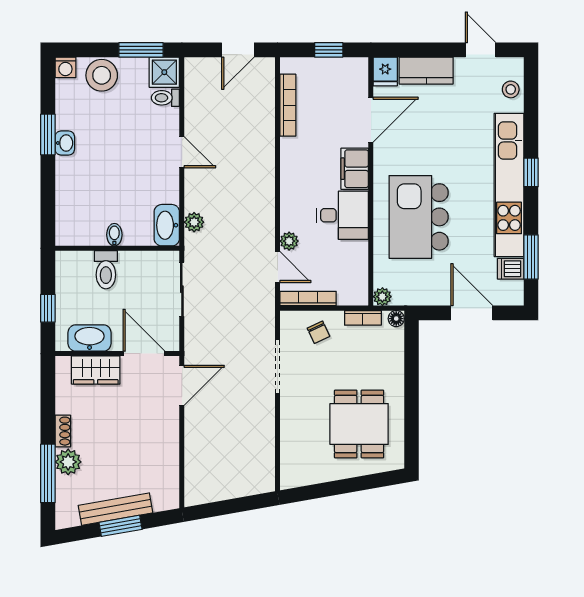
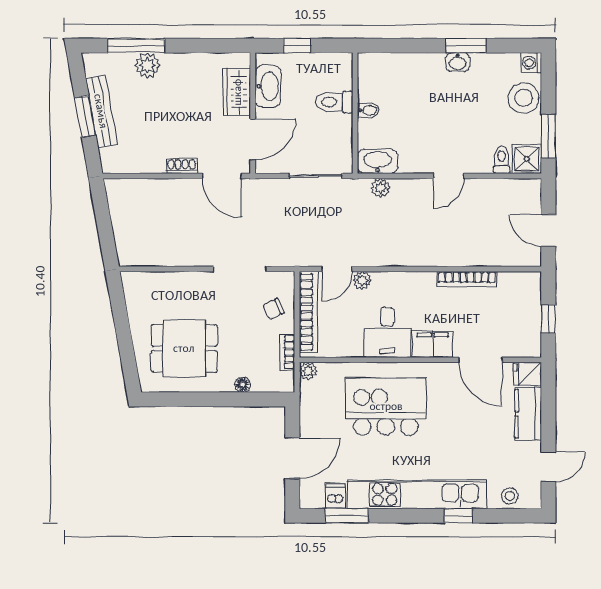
bookcase: (288, 105) -> (467, 279), moved
window: (531, 172) -> (458, 516), moved
bookcase: (308, 299) -> (308, 312), width x1.48, depth x1.31
floor lamp: (396, 319) -> (243, 385), moved
shoe rack: (63, 431) -> (182, 166), moved, turned 180

